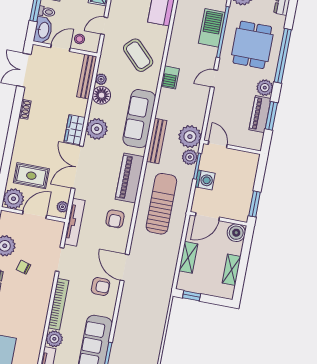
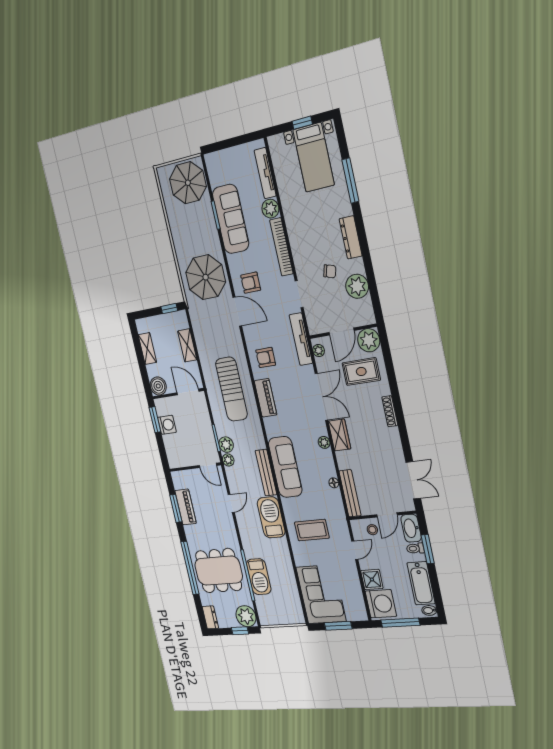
dining table: (252, 45) -> (219, 571), width x1.37
coffee table: (138, 55) -> (312, 530), turned -45
barbecue: (170, 77) -> (271, 517), width x1.88, depth x1.53
plant: (101, 79) -> (336, 495), removed
door: (214, 79) -> (231, 503), moved
plant: (265, 88) -> (192, 533), removed
floor lamp: (101, 95) -> (334, 483), width x0.53, depth x0.53
shoe rack: (25, 109) -> (390, 411), moved, width x1.43
plant: (97, 129) -> (324, 442), width x0.53, depth x0.53
plant: (190, 137) -> (228, 460), width x0.53, depth x0.53
bench: (157, 141) -> (266, 473), moved
piano: (130, 178) -> (265, 398), width x0.73, depth x0.75
washing machine: (205, 180) -> (167, 425), moved, turned 180
door: (207, 217) -> (188, 392), hinge flipped
armchair: (115, 219) -> (266, 358), turned -90
parasol: (142, 308) -> (206, 277), added

